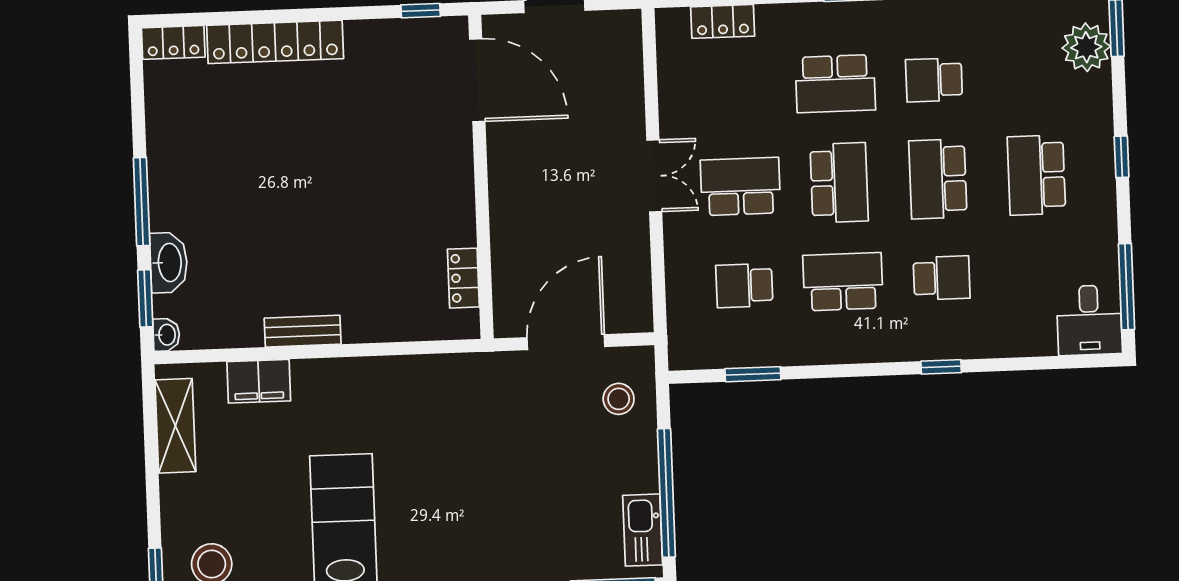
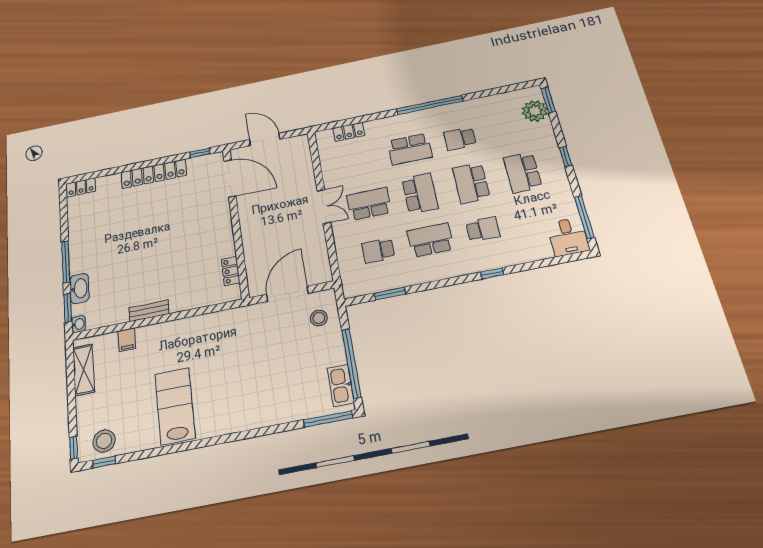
locker: (275, 42) -> (154, 174), moved
filing cabinet: (259, 381) -> (127, 340), width x0.50

